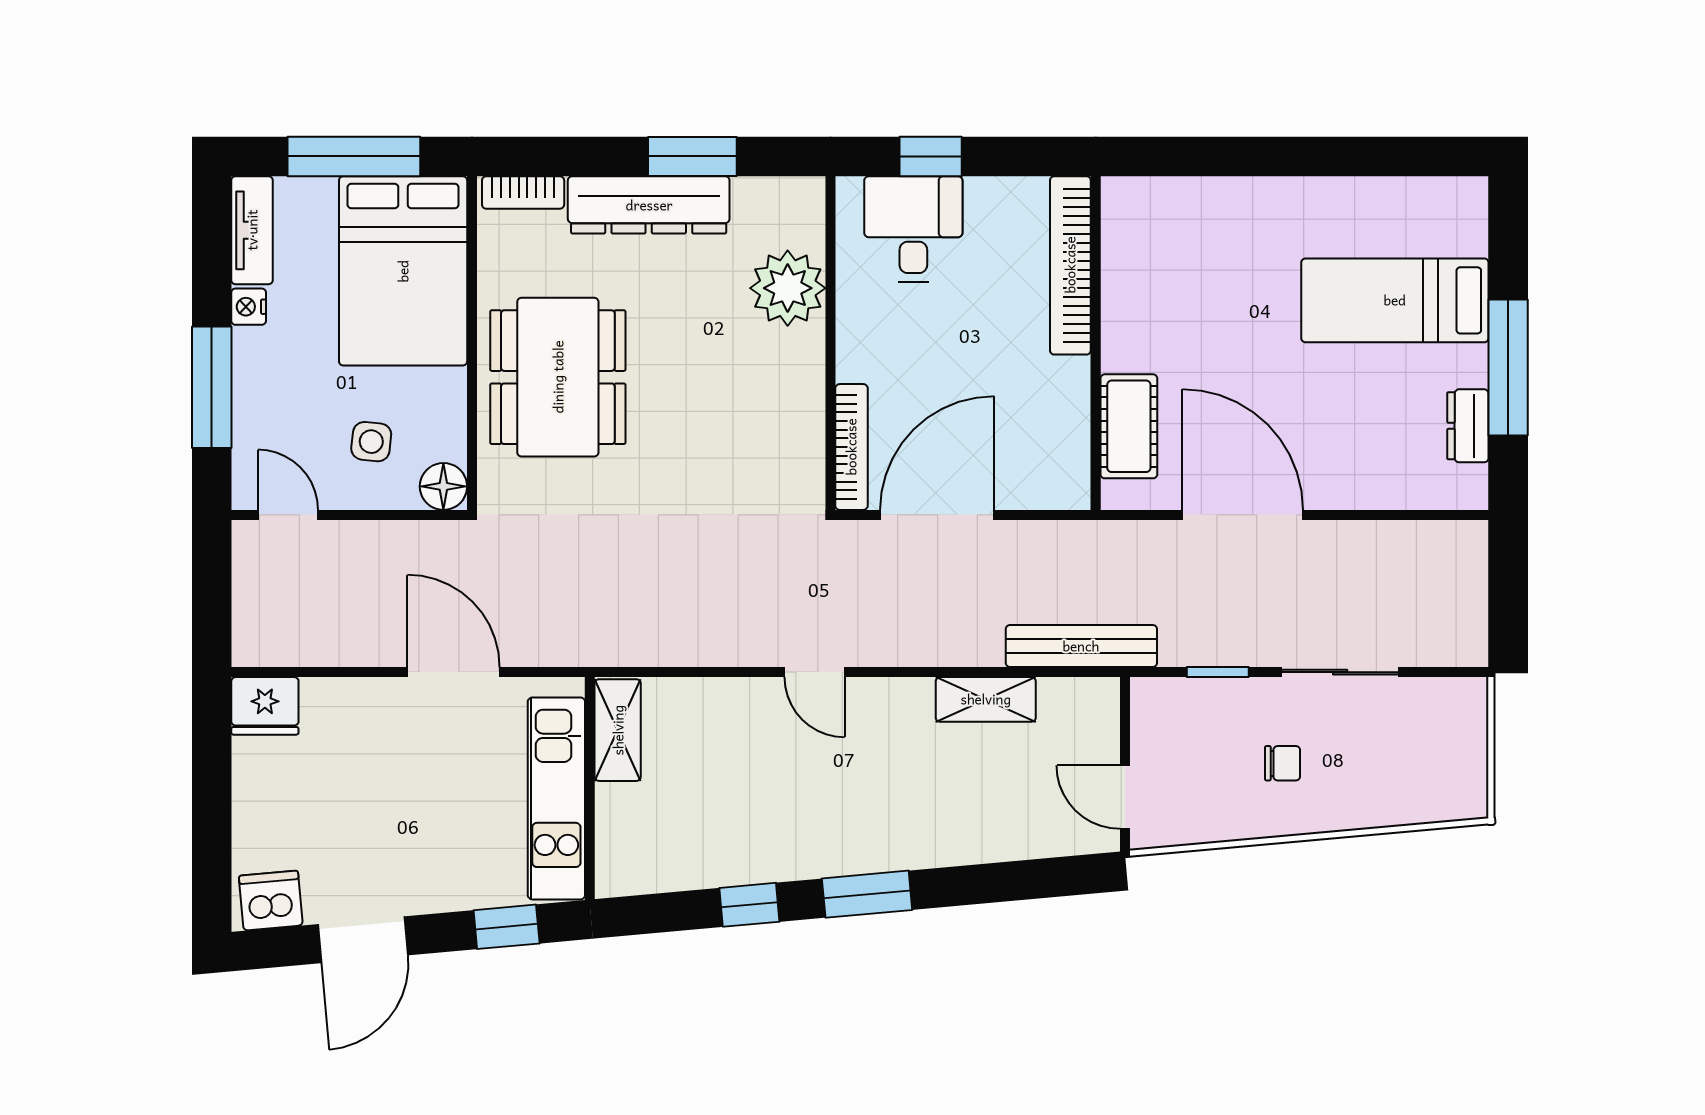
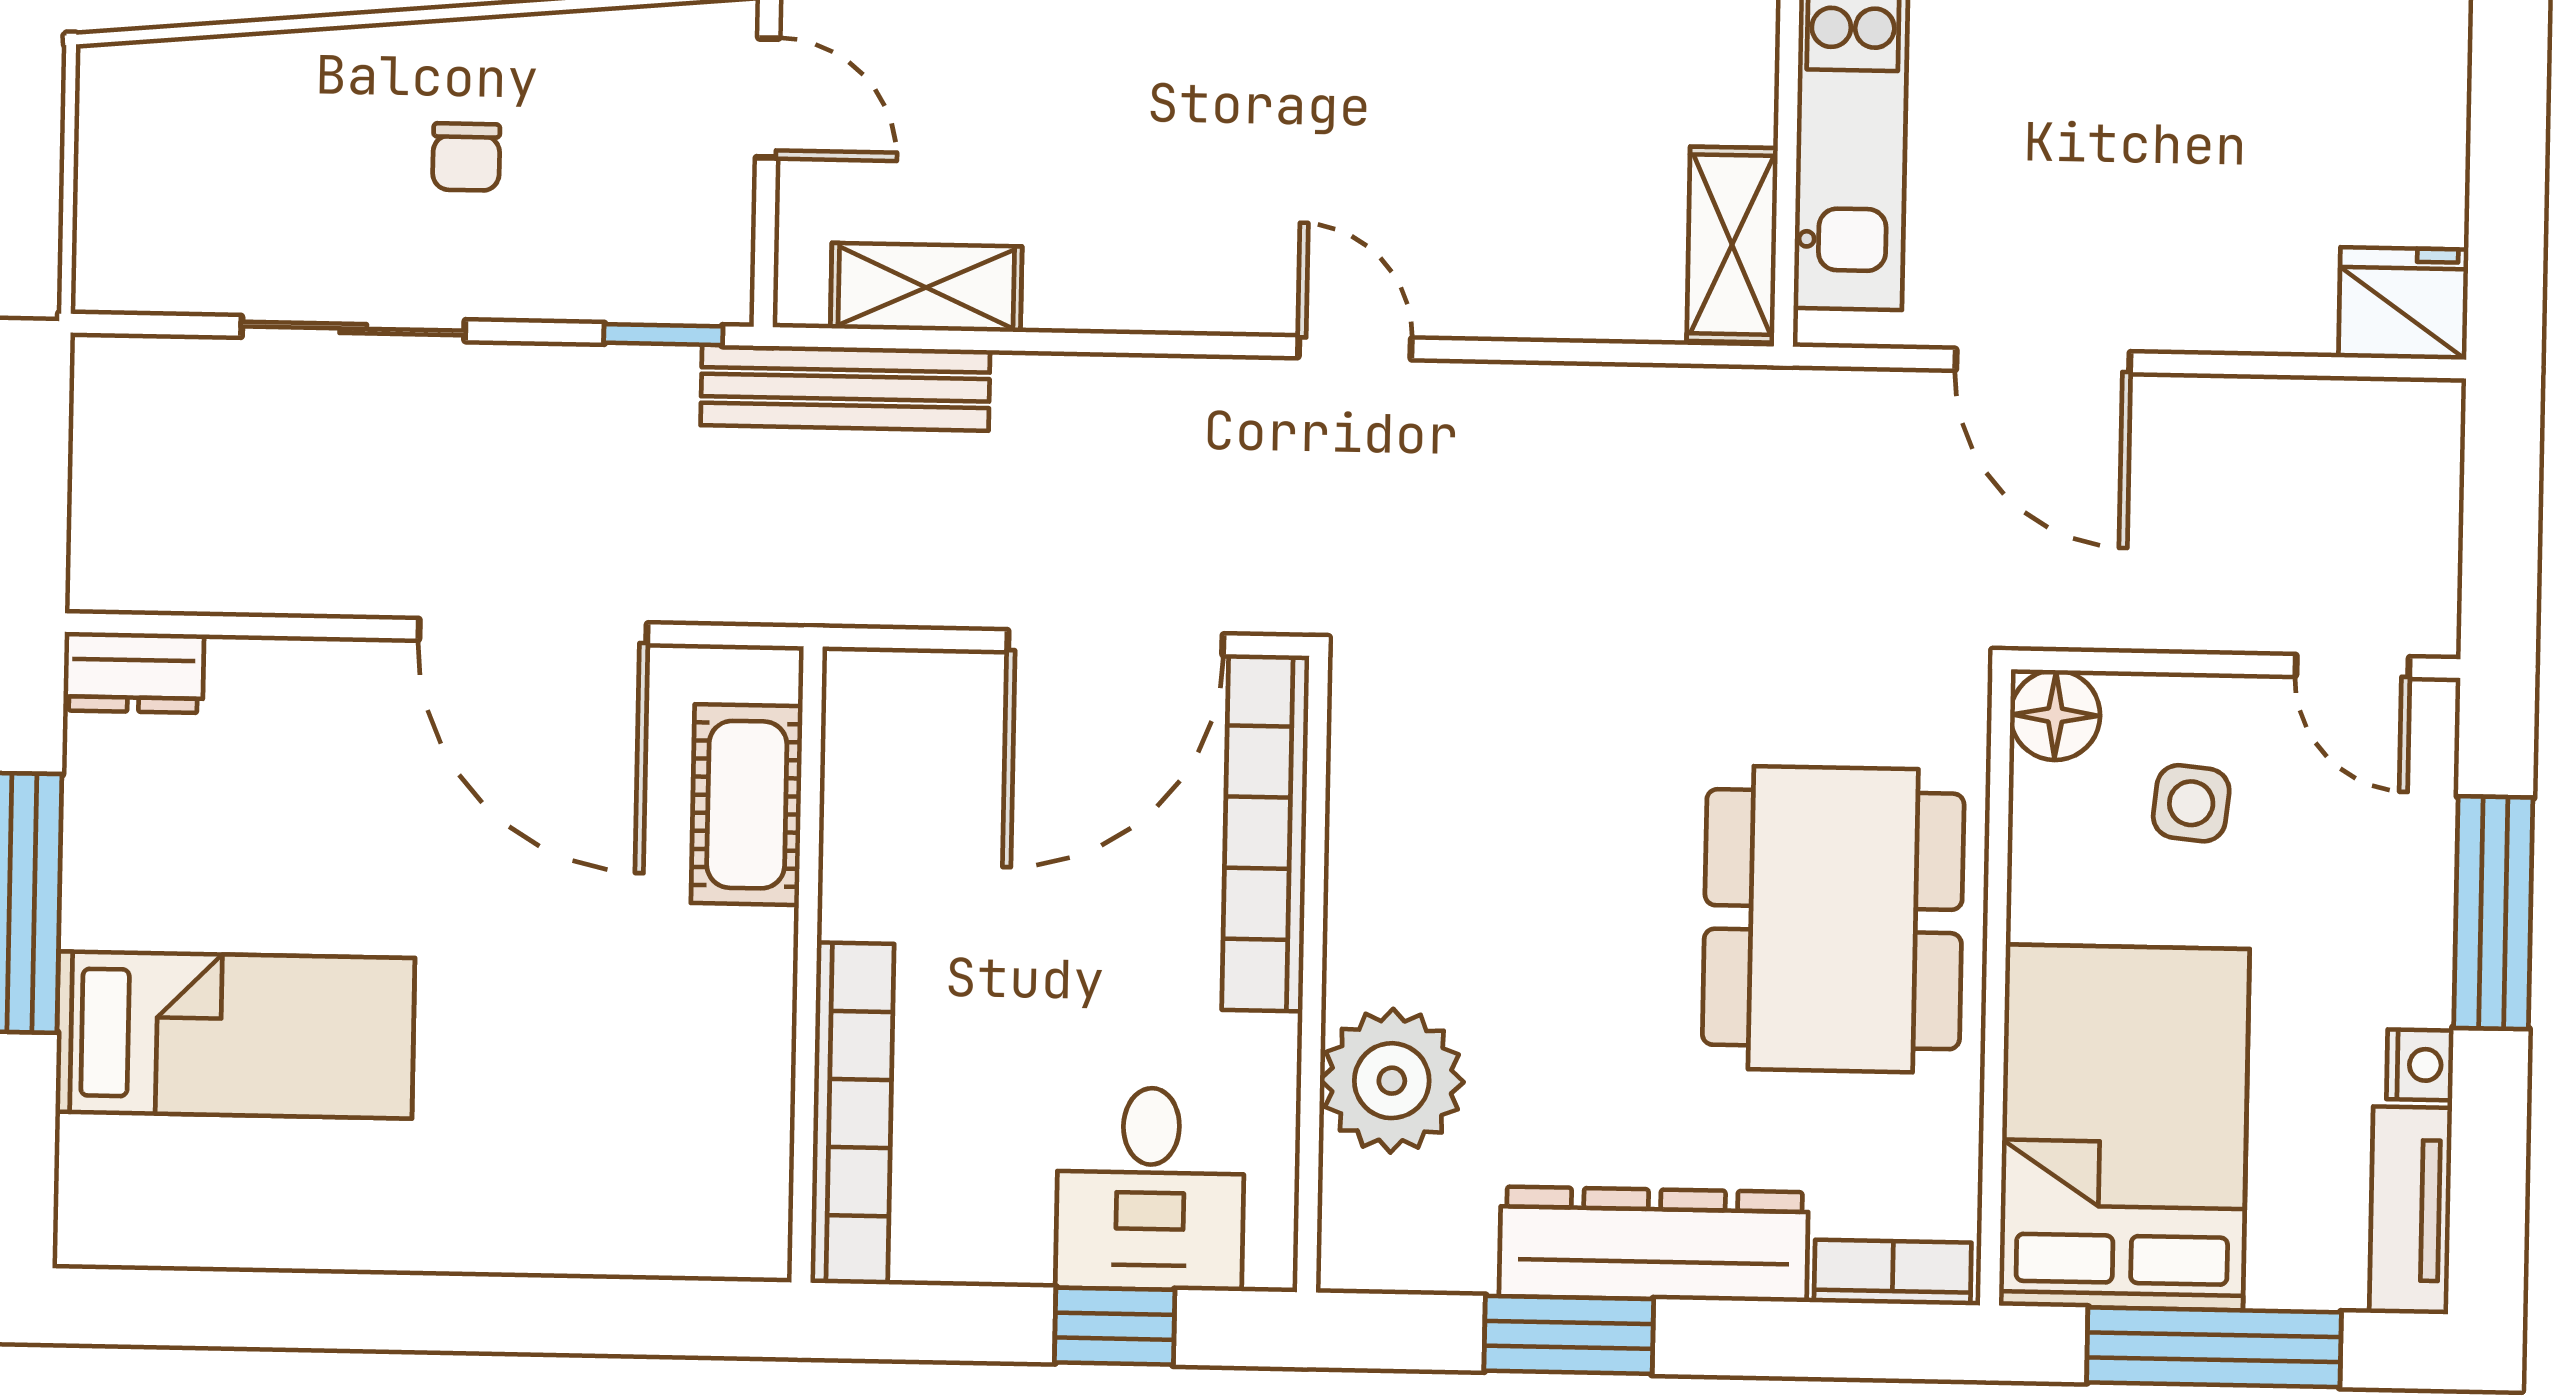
dresser: (1468, 426) -> (134, 673), moved, turned 90
bookcase: (851, 447) -> (1265, 833), width x1.48, depth x1.31
window: (1218, 672) -> (663, 335), moved
shelving: (986, 699) -> (926, 287), moved
chair: (1283, 763) -> (466, 157), turned -90

